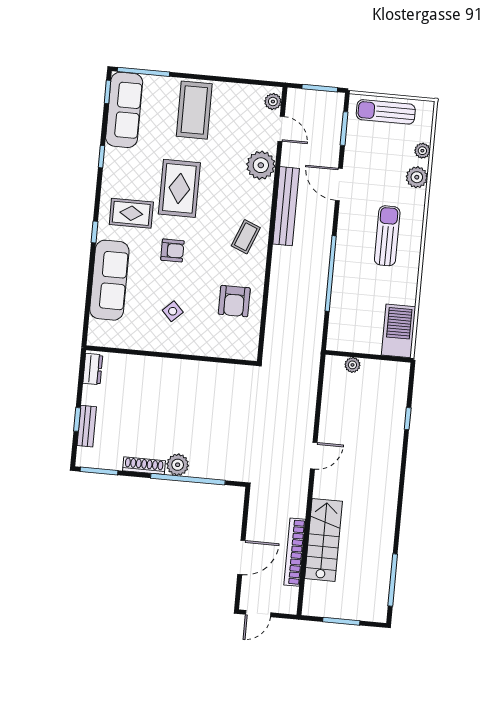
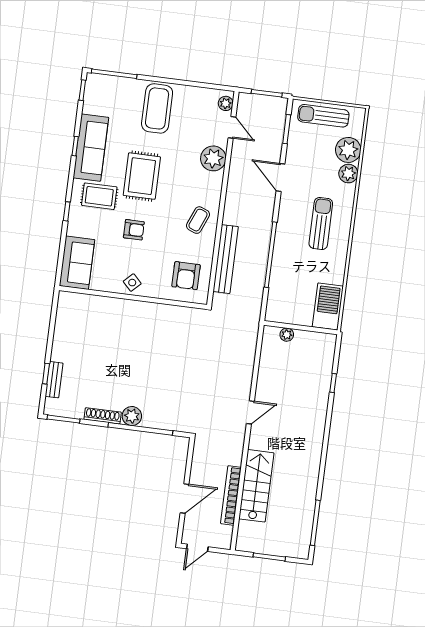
sofa: (124, 110) -> (91, 148), moved
plant: (422, 151) -> (348, 150), width x1.88, depth x1.88
bench: (286, 206) -> (226, 259), moved
sofa: (109, 280) -> (77, 263), width x0.73
wall: (172, 356) -> (133, 298), moved
dresser: (93, 369) -> (61, 330), removed

